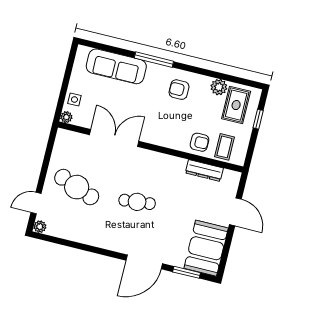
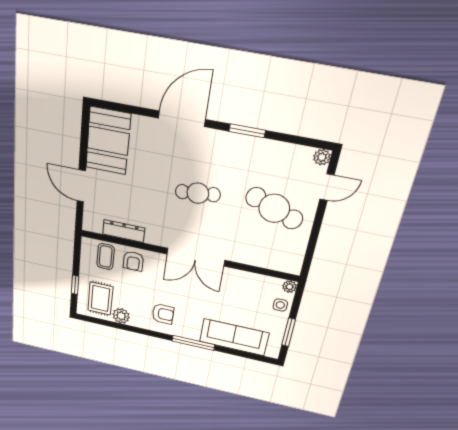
window: (68, 72) -> (289, 332), added
double door: (114, 138) -> (196, 257), moved
armchair: (199, 142) -> (133, 261), turned -90
window: (187, 272) -> (247, 131), moved

